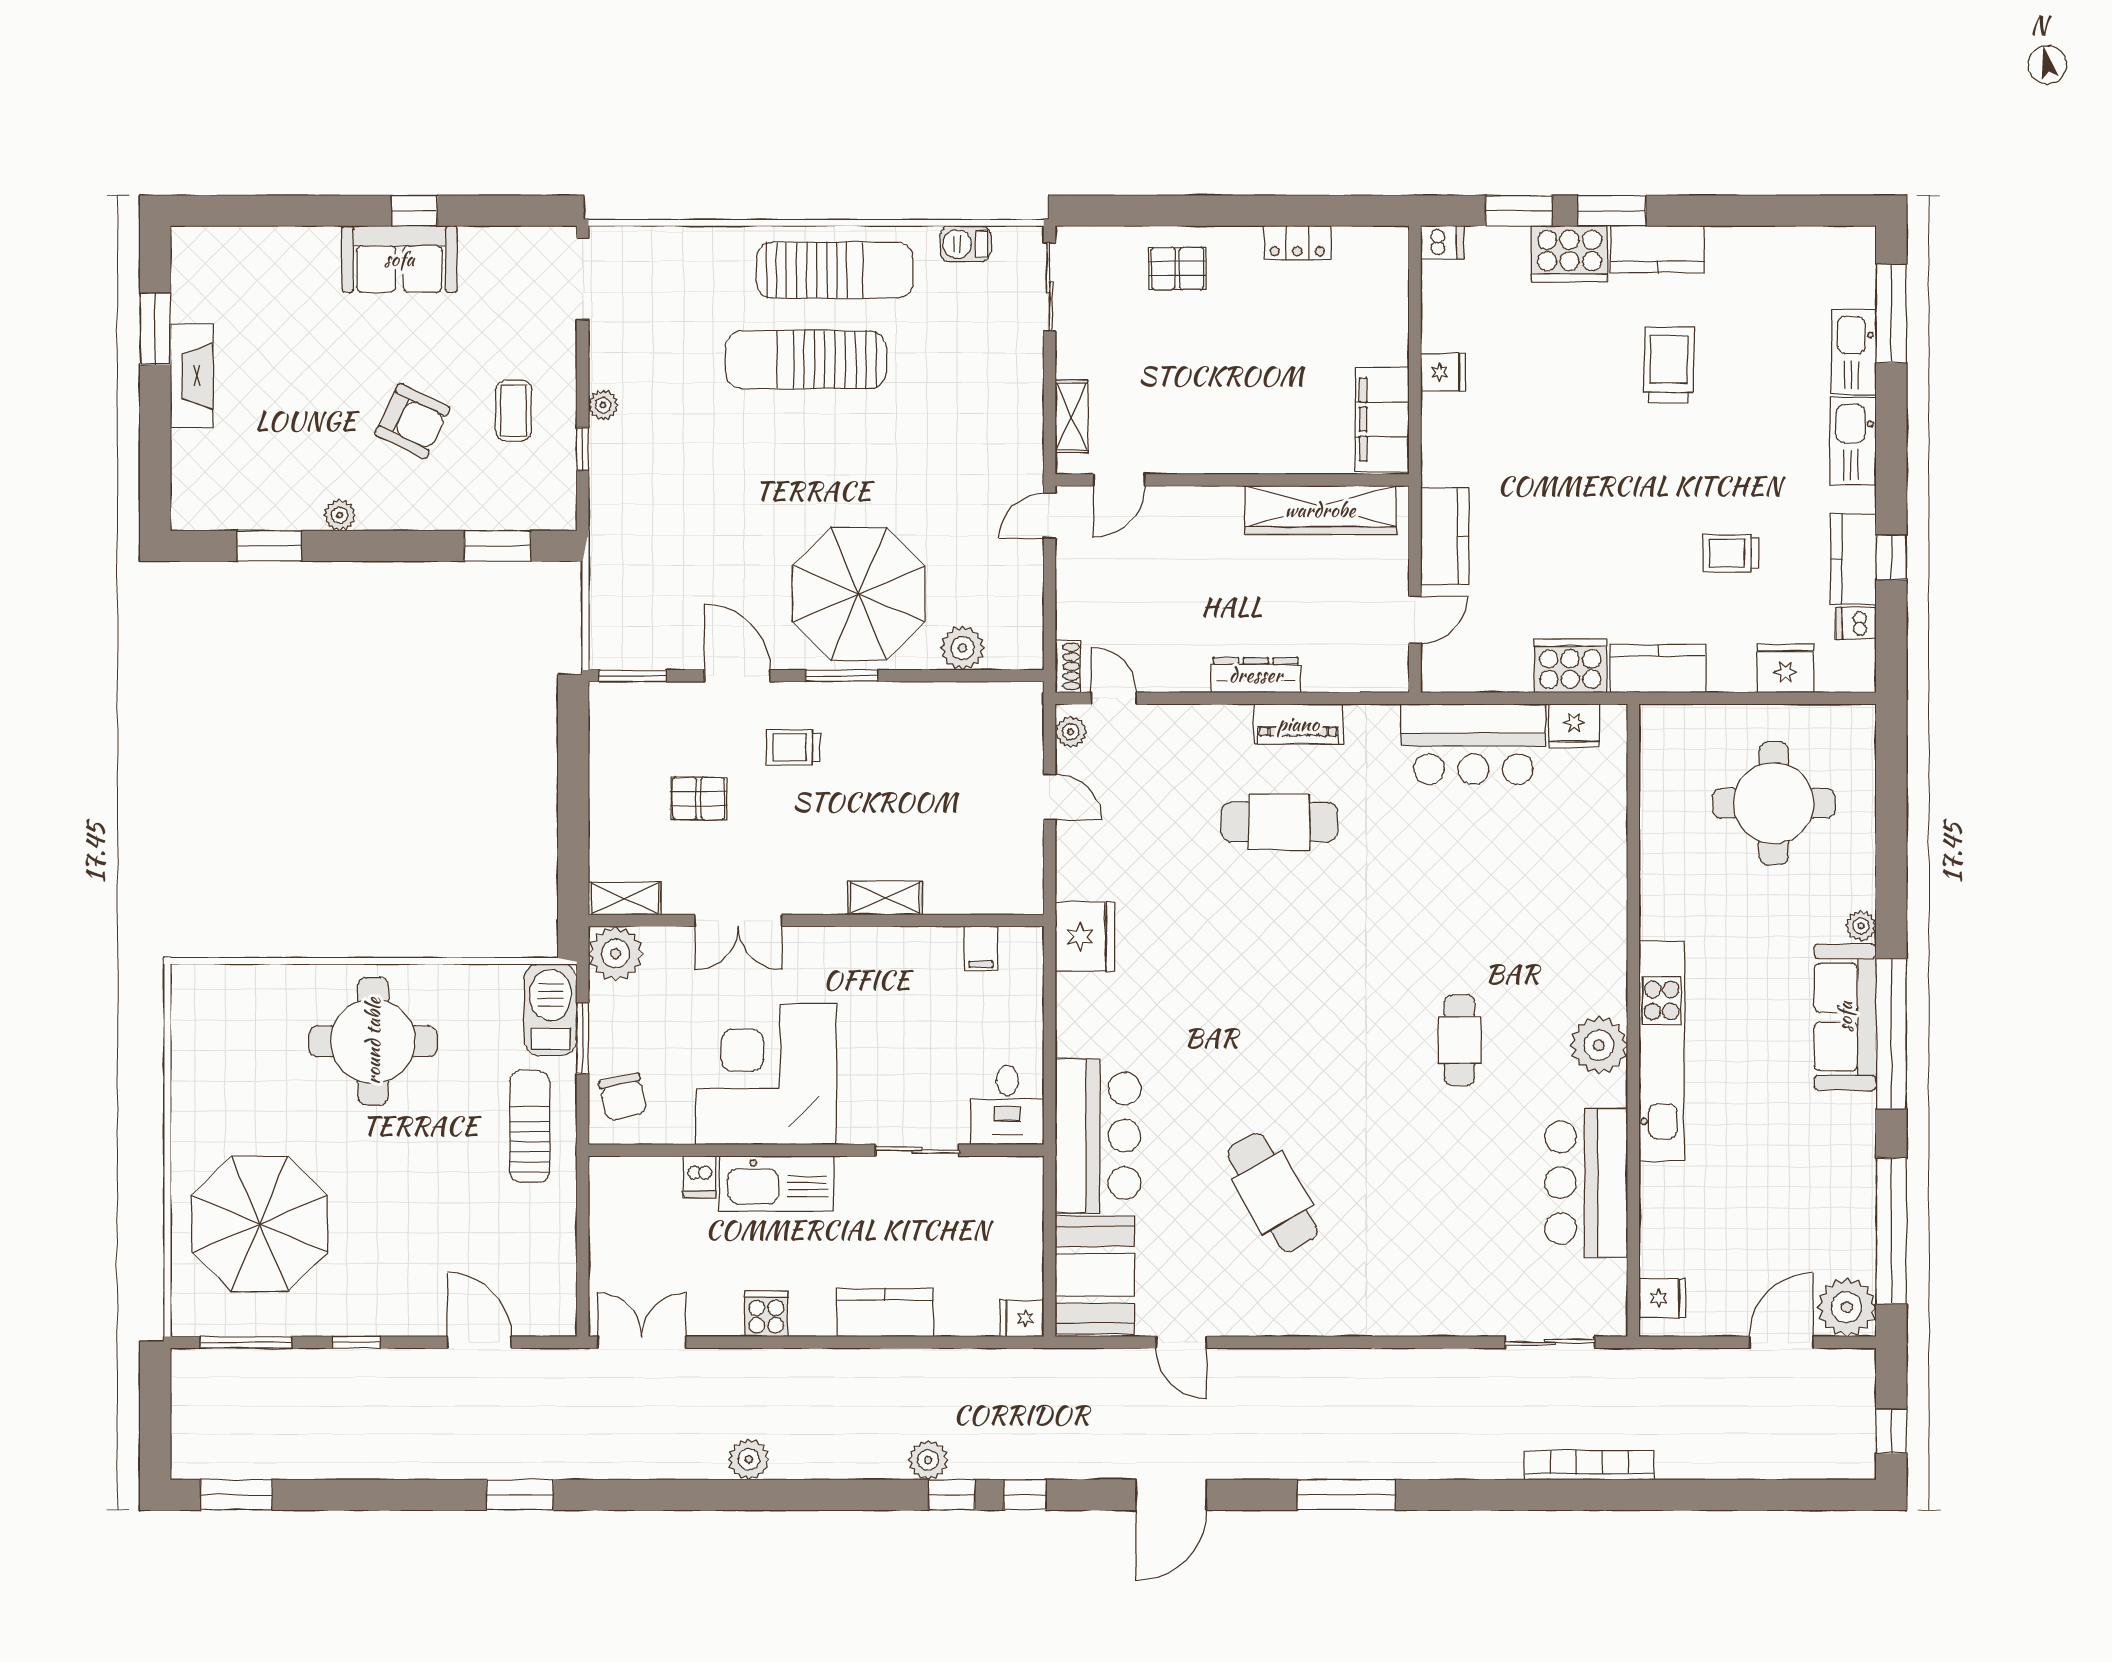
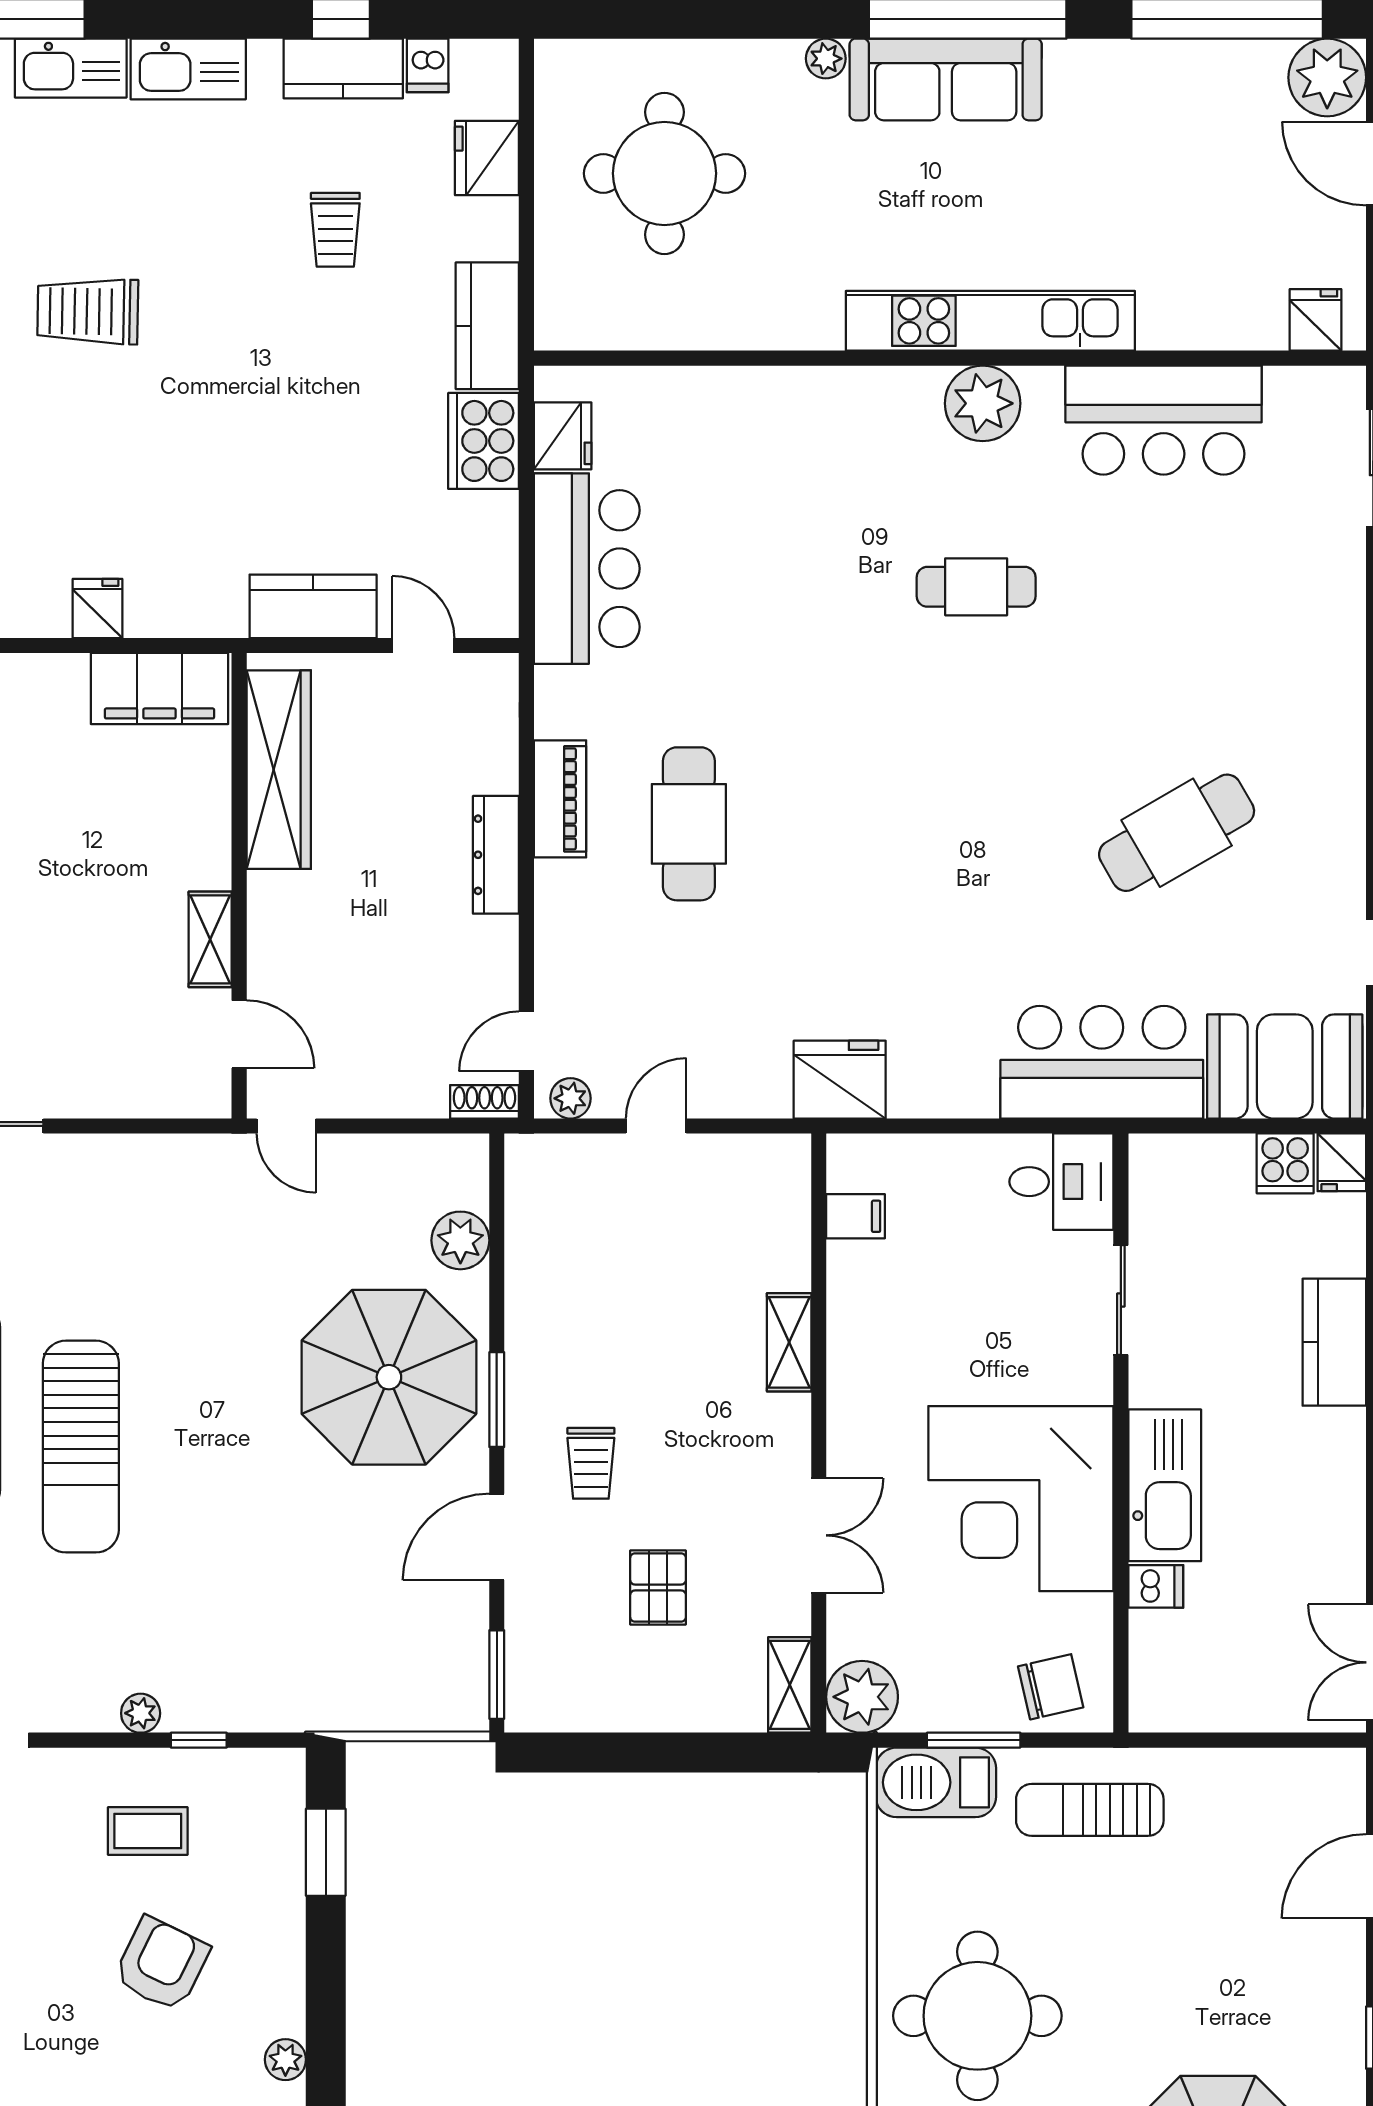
shelving: (1072, 416) -> (210, 939), moved, turned 90
cooker: (766, 1314) -> (1285, 1163), moved, turned -90

